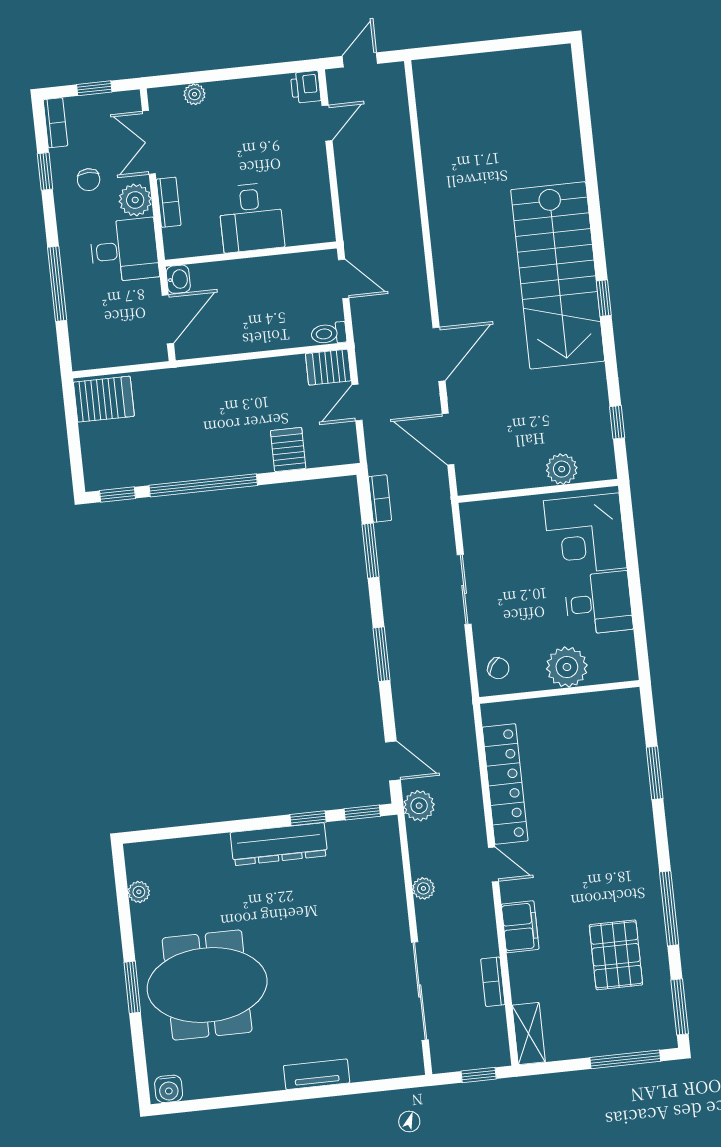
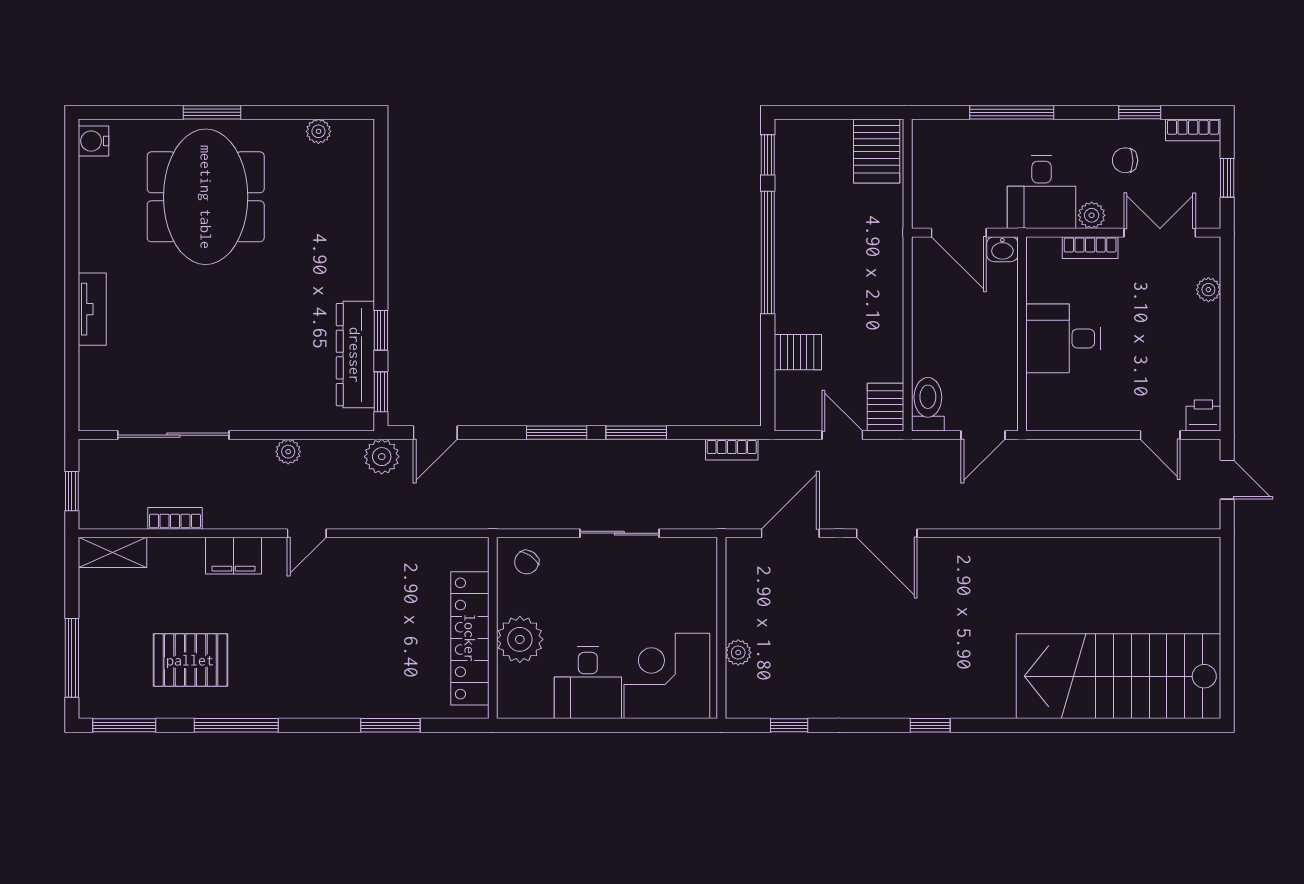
plant: (135, 200) -> (1092, 215), width x0.73, depth x0.73
stairs: (558, 275) -> (1118, 676), moved
toilet: (329, 333) -> (928, 404), width x1.37, depth x1.39
plant: (562, 469) -> (738, 653), width x0.73, depth x0.73
window: (370, 551) -> (636, 433), moved
locker: (505, 784) -> (470, 638), moved, turned 90
dresser: (279, 844) -> (355, 355), moved

